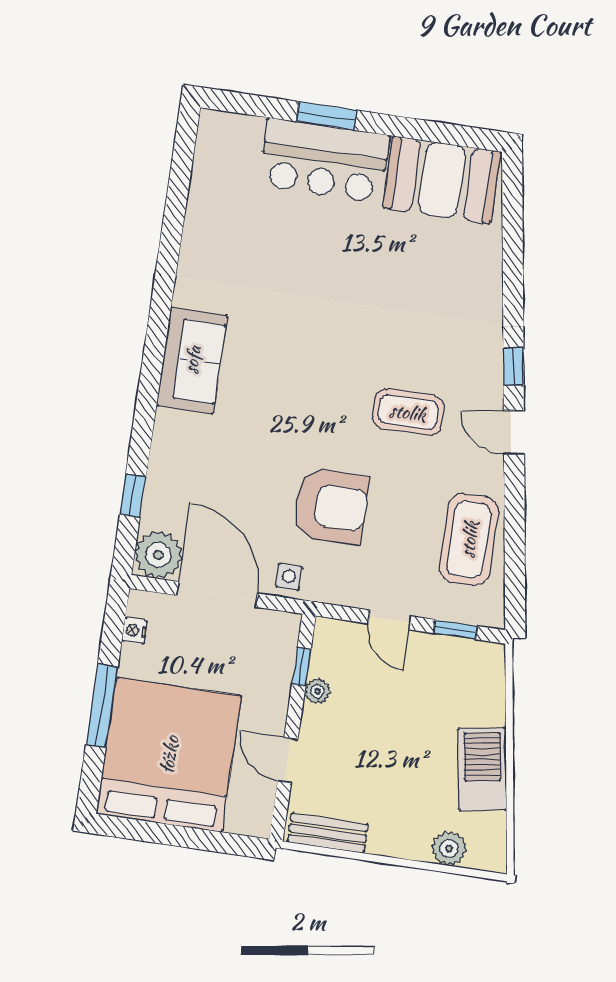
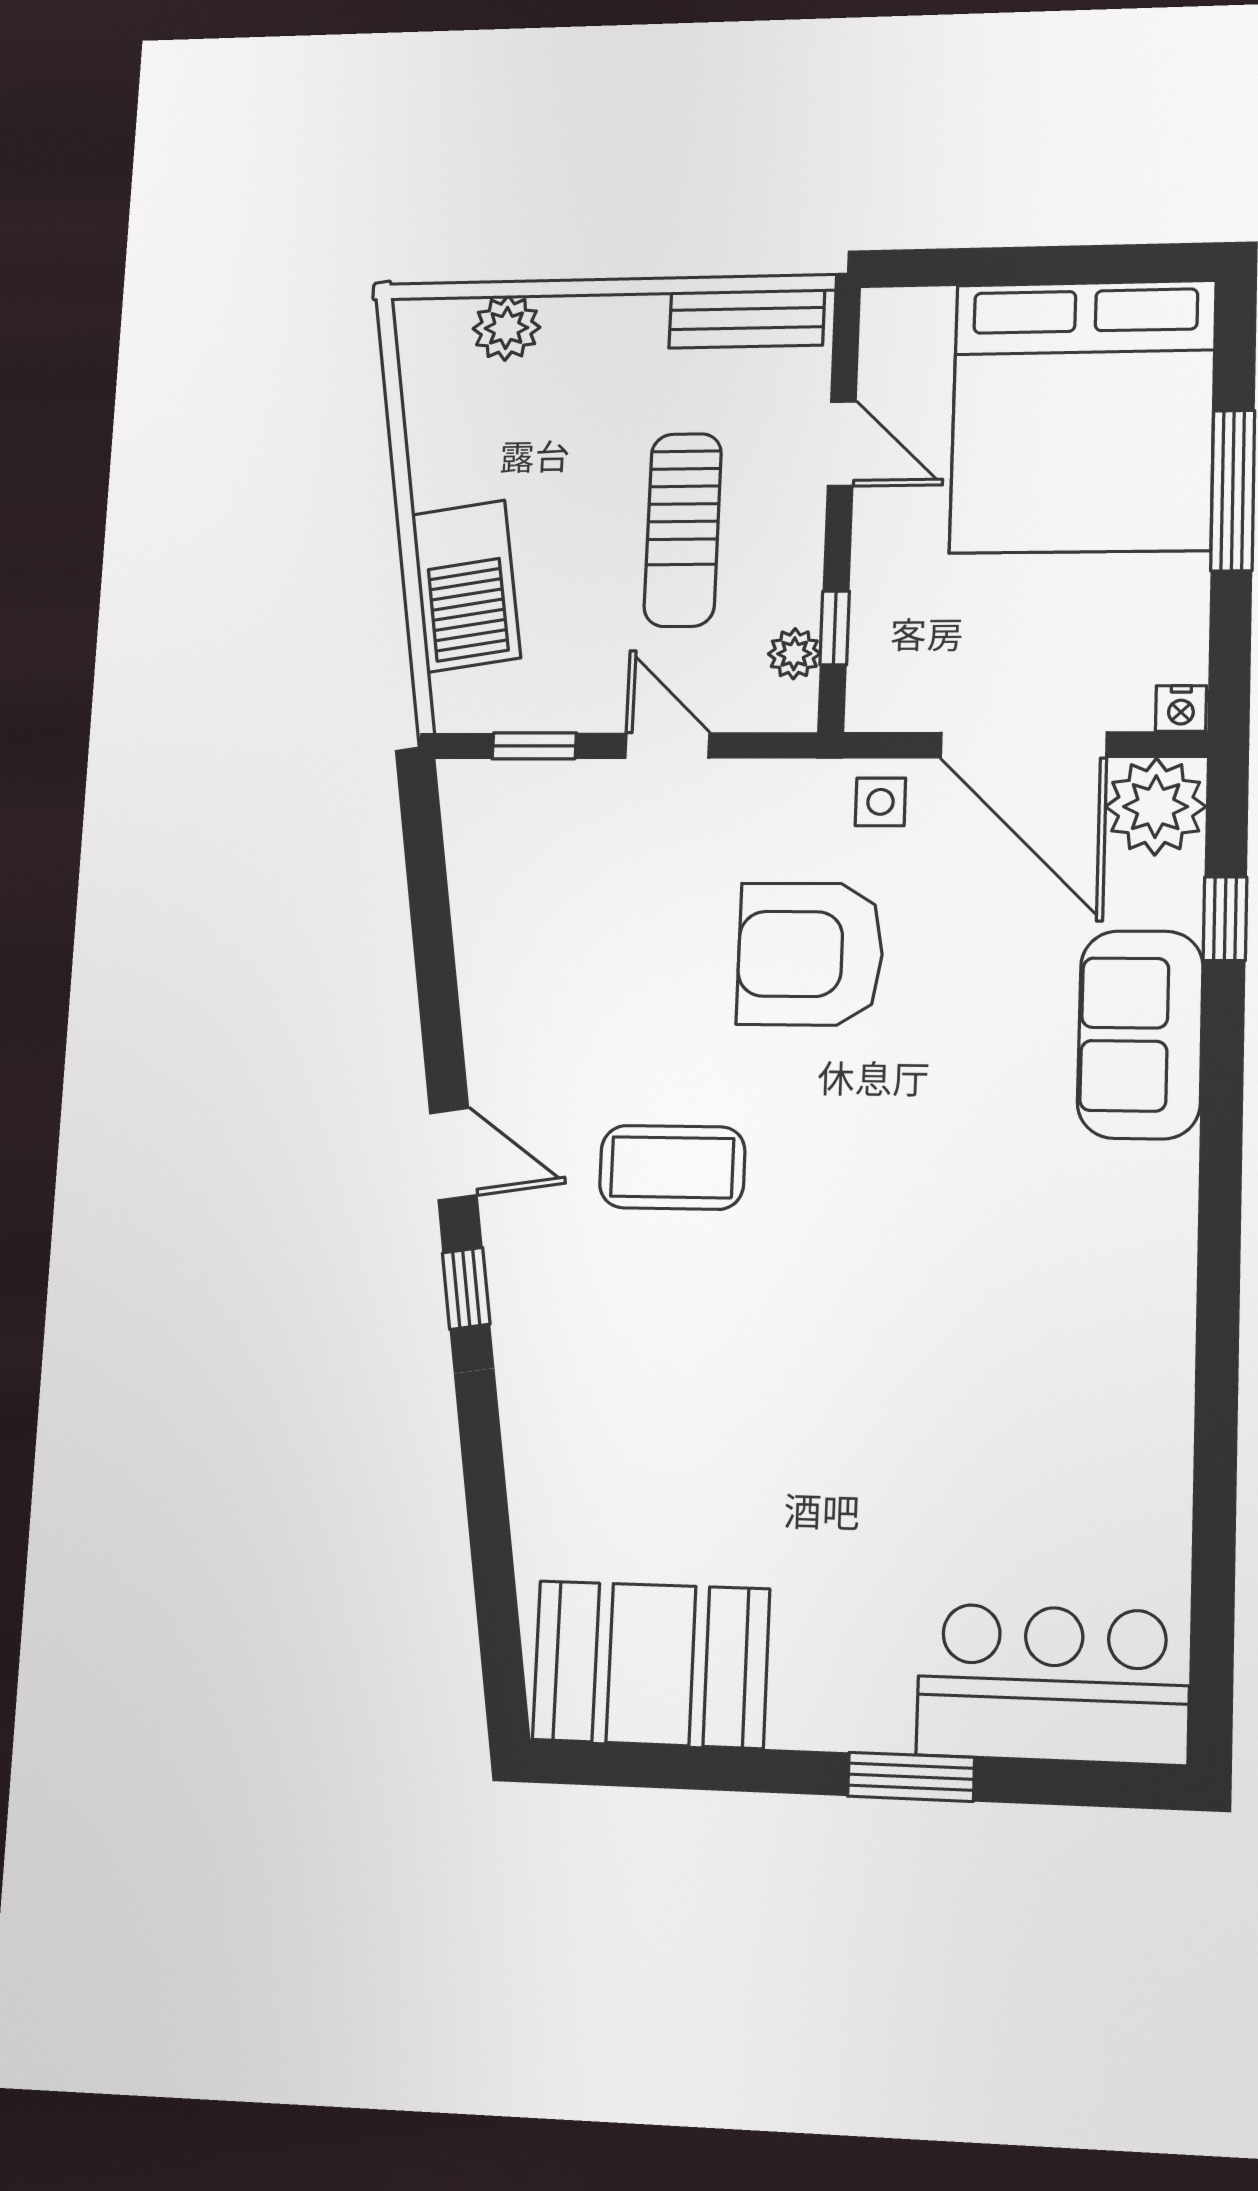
bar counter: (324, 160) -> (1053, 1684), moved
sofa: (192, 360) -> (1140, 1034), moved
coffee table: (469, 539) -> (524, 927), removed
nightstand: (134, 631) -> (1181, 708), moved, turned 90
plant: (317, 691) -> (794, 654), moved
sun lounger: (371, 728) -> (683, 530), added
barbecue: (482, 769) -> (466, 586), moved

